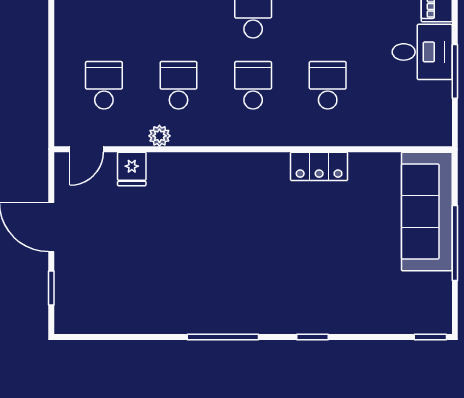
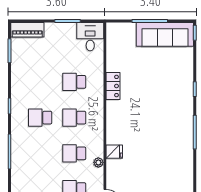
desk: (422, 52) -> (90, 37), moved
fridge: (132, 169) -> (114, 152), moved
sofa: (427, 212) -> (165, 34), moved

